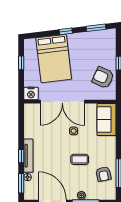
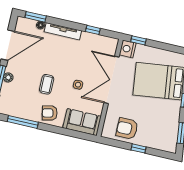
window: (21, 63) -> (138, 40), moved
armchair: (103, 78) -> (127, 129), turned -114
window: (21, 156) -> (93, 30), moved
armchair: (103, 174) -> (50, 113), moved

